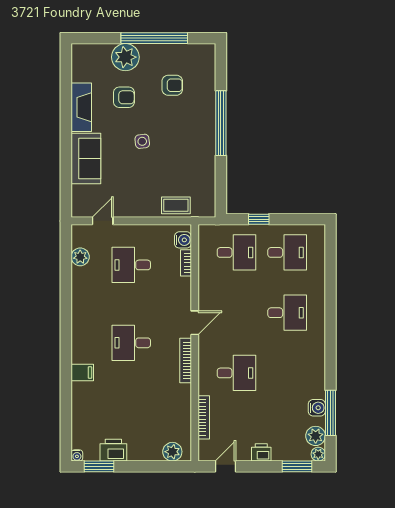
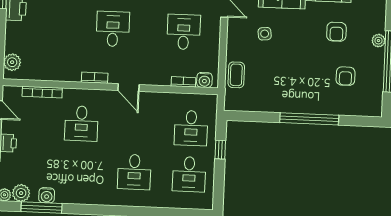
plant: (125, 57) -> (378, 41), width x0.53, depth x0.53
side table: (142, 141) -> (265, 34), moved
bookcase: (186, 361) -> (95, 78), width x0.64

